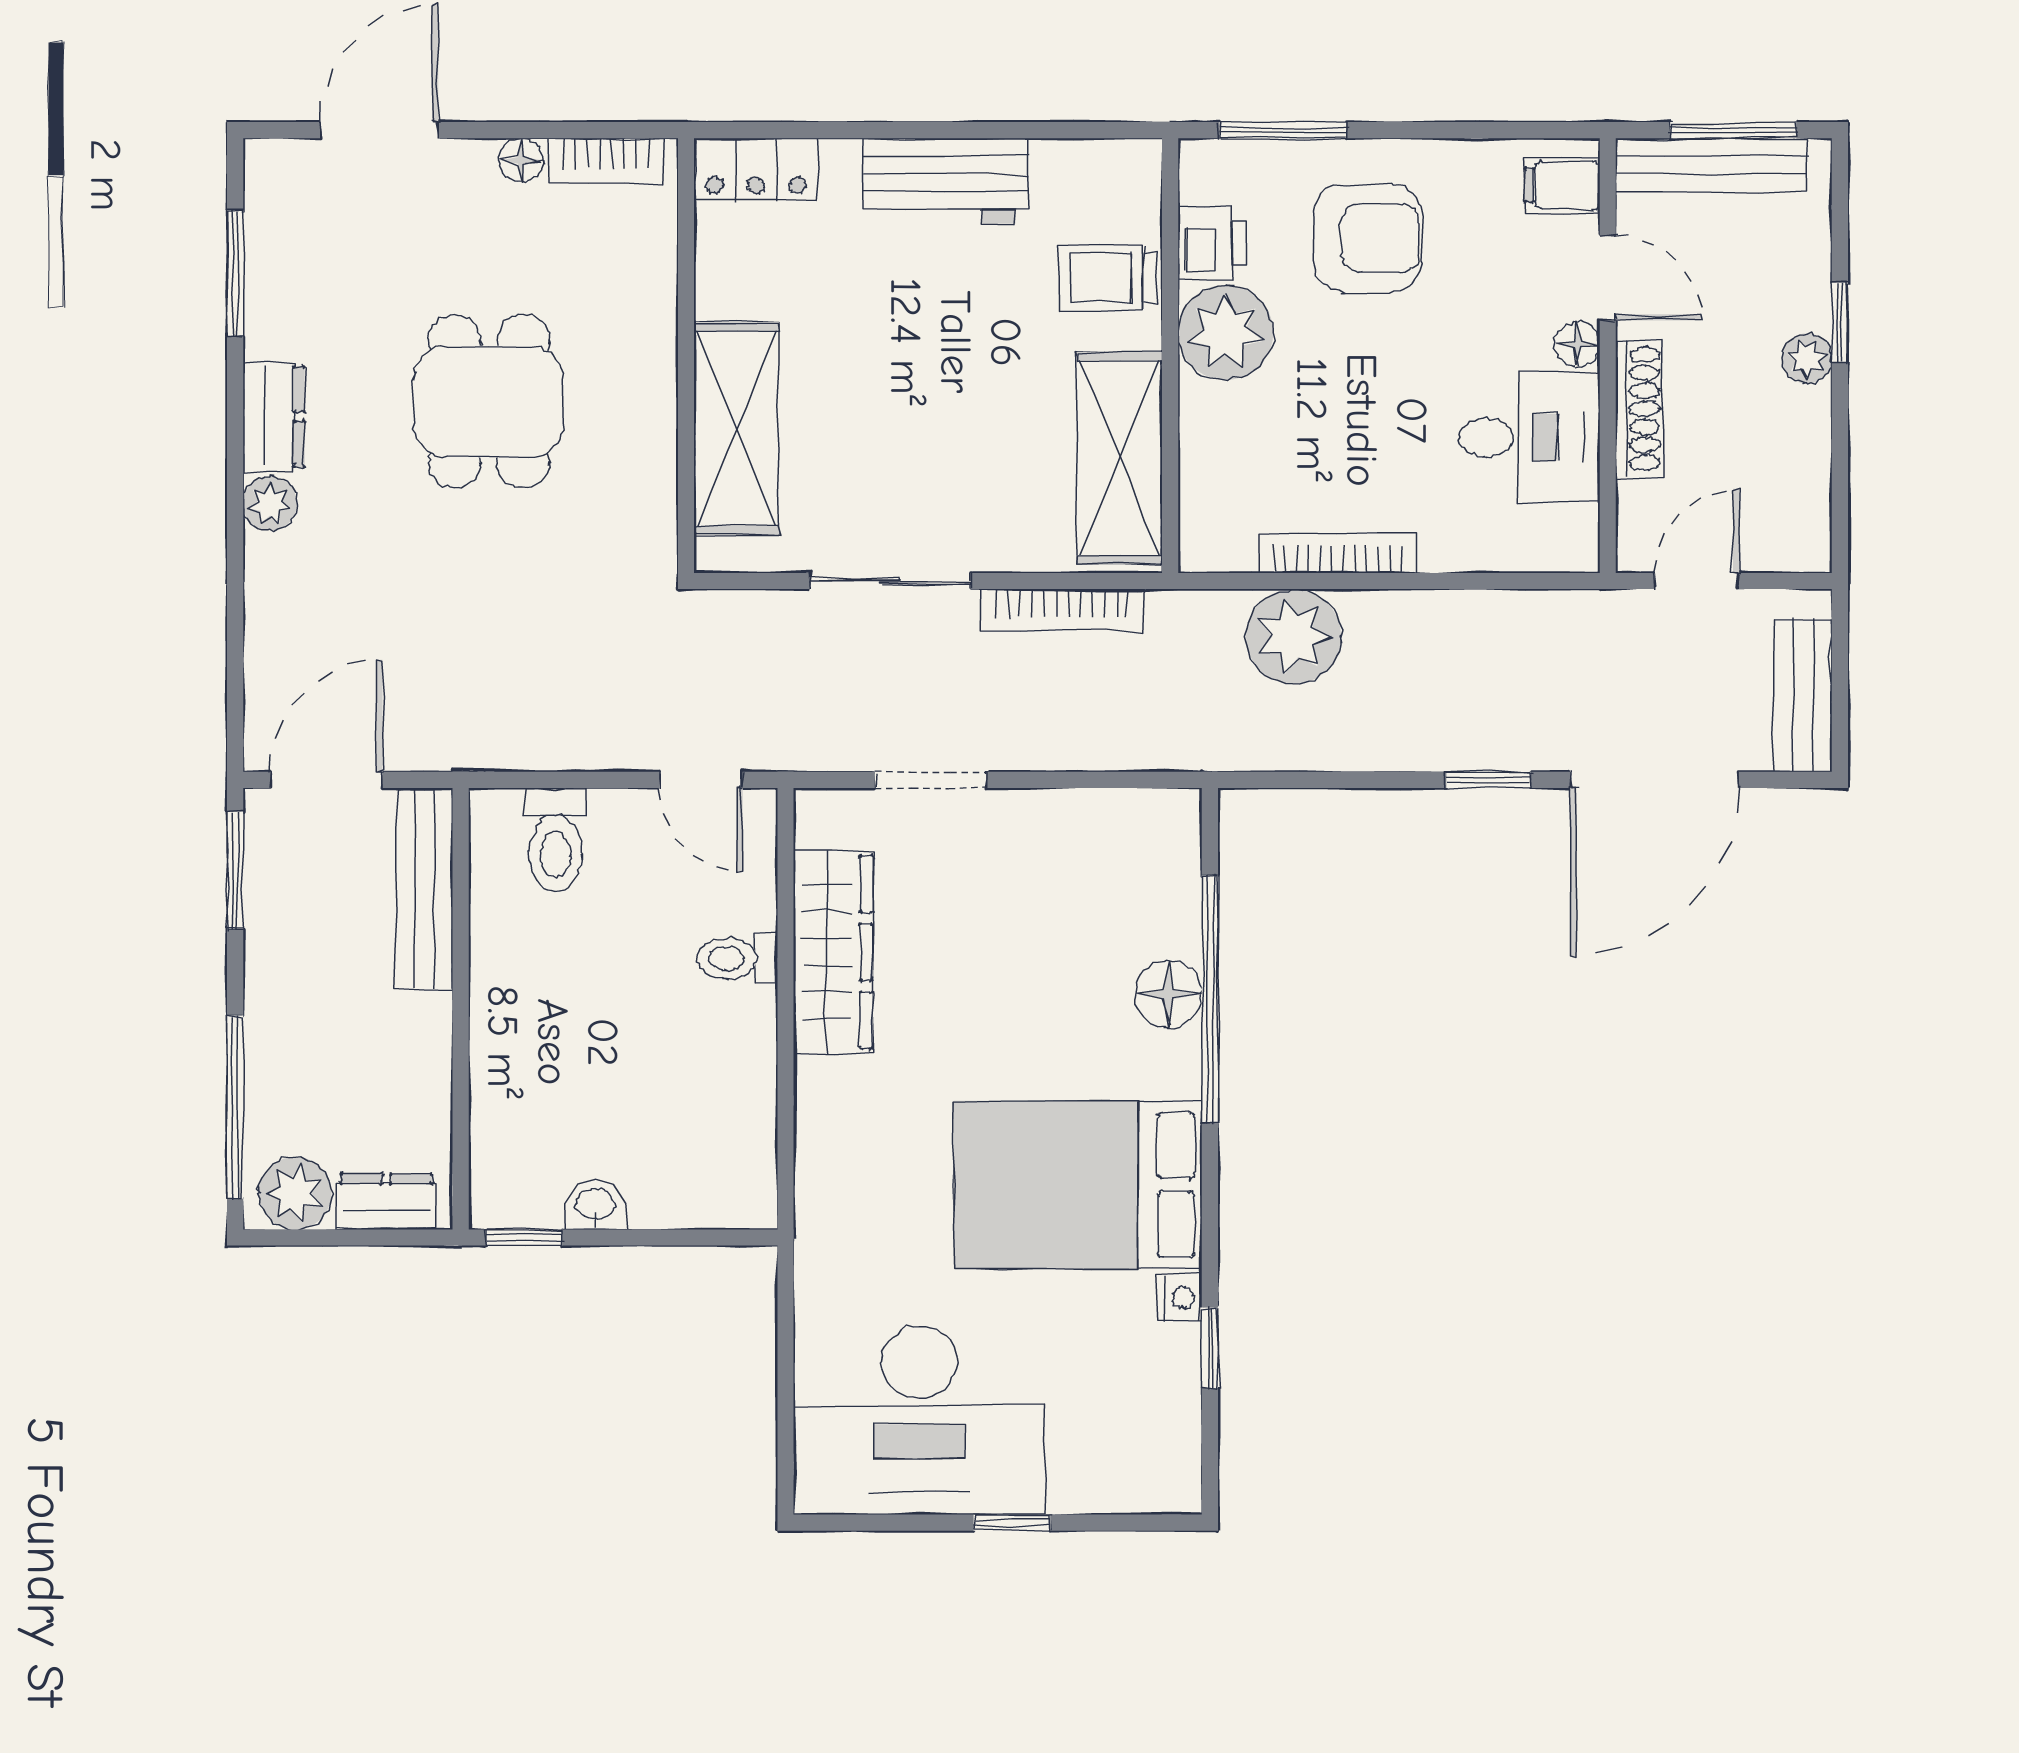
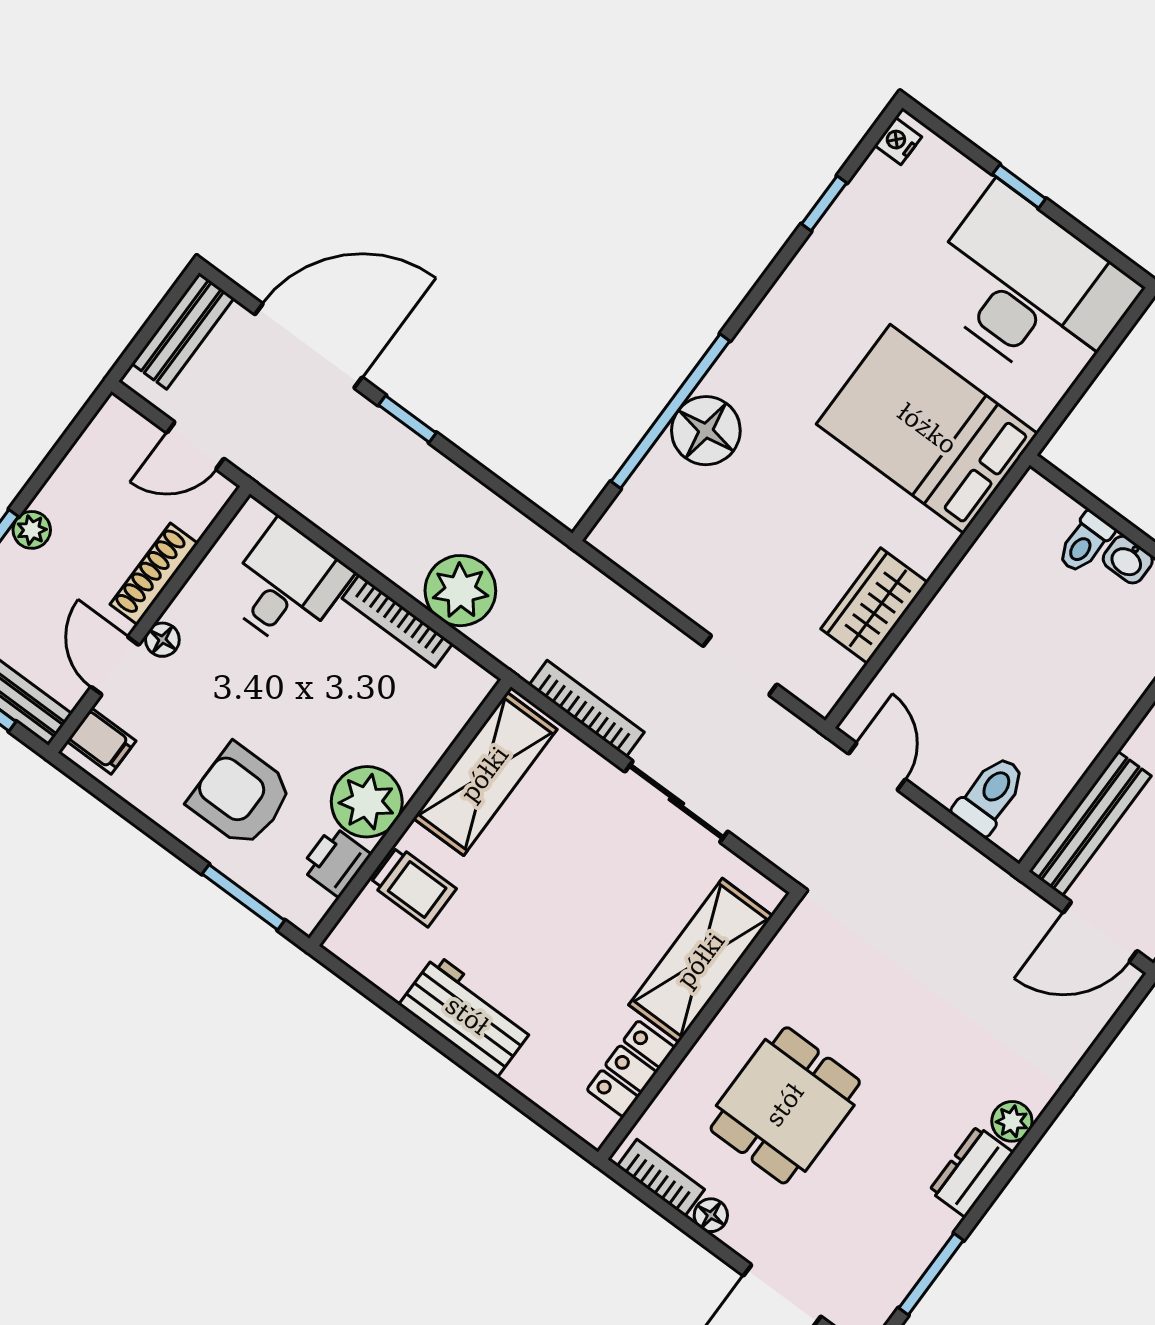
locker: (756, 169) -> (631, 1069), moved, turned -90
dining table: (489, 402) -> (785, 1105), moved
desk: (1530, 437) -> (287, 585), moved, turned 90
wardrobe: (833, 952) -> (874, 606), width x0.67
toilet: (738, 958) -> (1085, 542), moved, turned 90
floor lamp: (1168, 994) -> (706, 431), width x1.38, depth x1.38
bed: (1078, 1185) -> (927, 429), moved, turned 180
nightstand: (1180, 1297) -> (898, 141), moved

